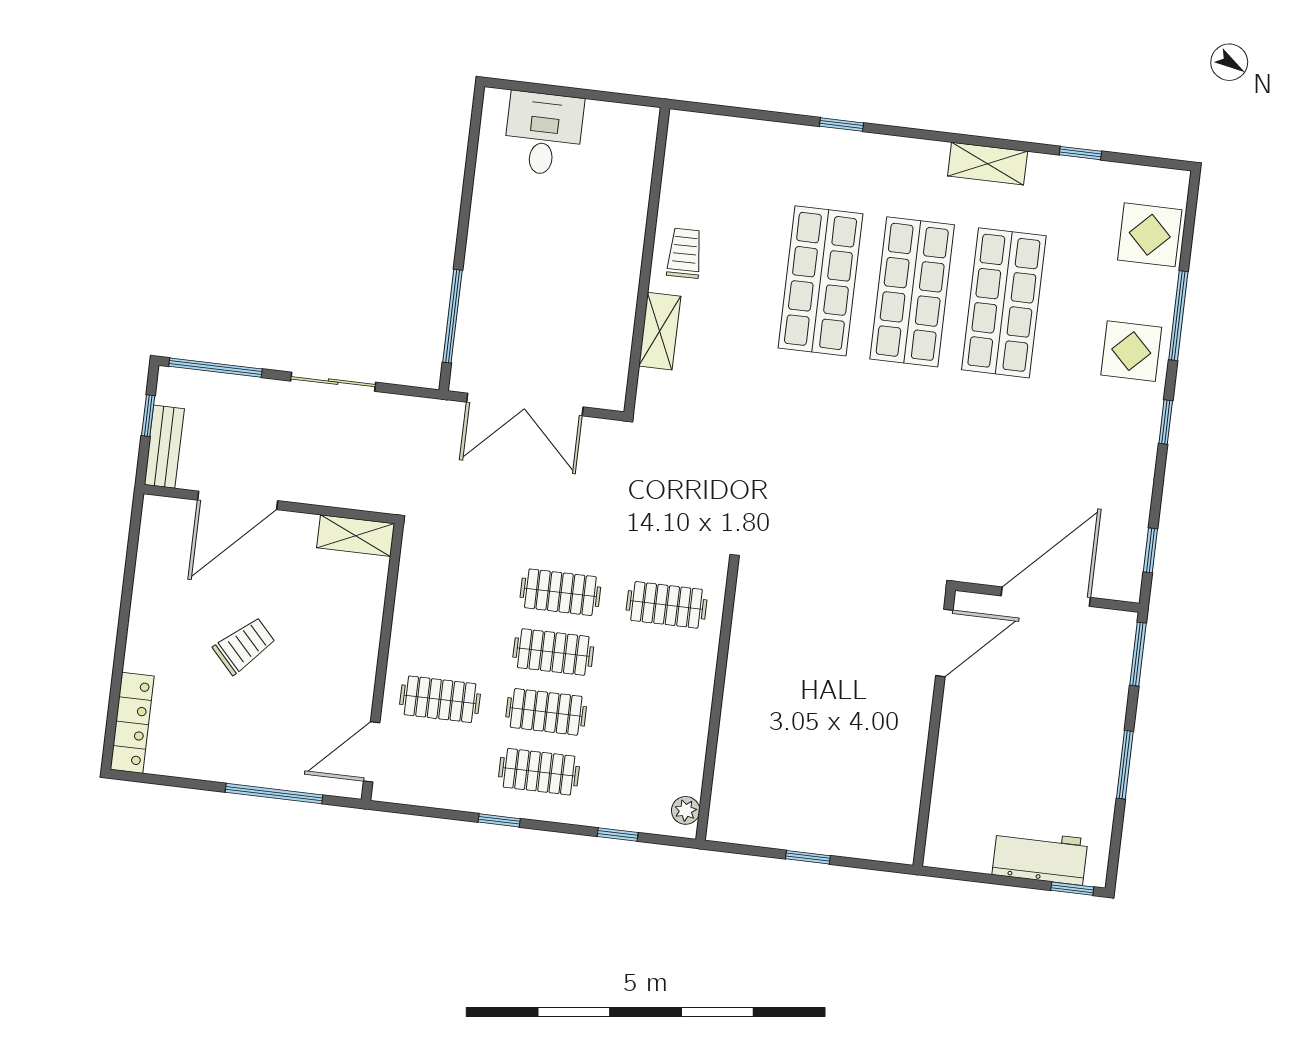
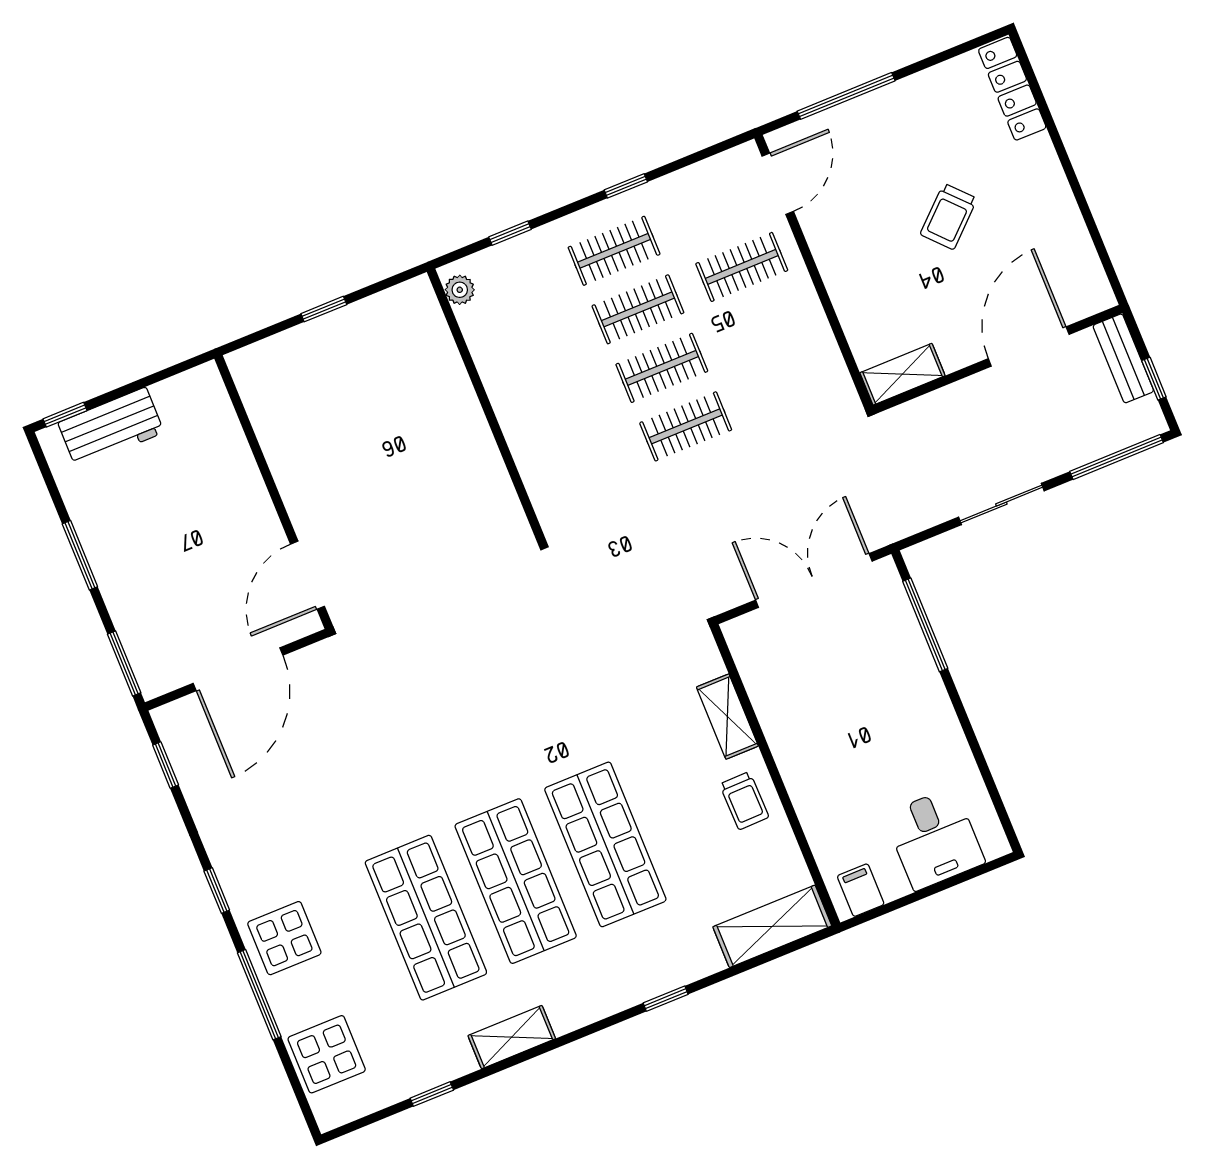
filing cabinet: (629, 125) -> (861, 890), added
shelving: (719, 136) -> (772, 926), added
clothes rail: (667, 605) -> (582, 469), removed

